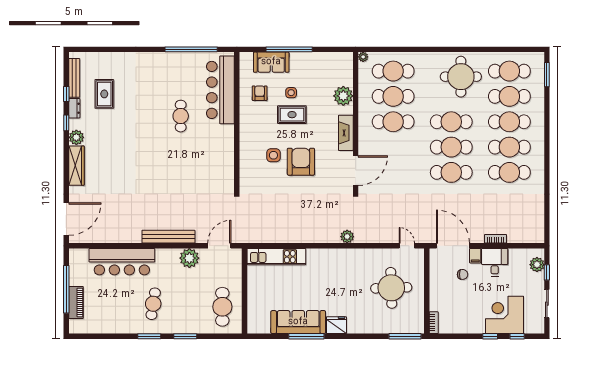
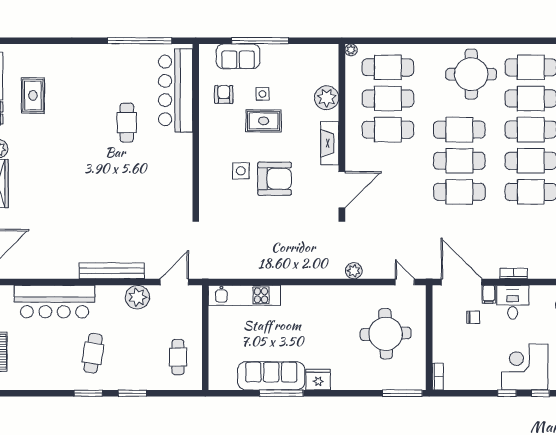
armchair: (301, 162) -> (275, 179), turned 90
plant: (347, 237) -> (354, 271), moved
cafe table: (222, 307) -> (178, 357), width x0.73, depth x0.74

